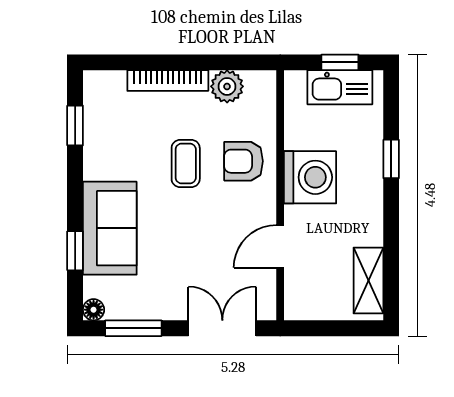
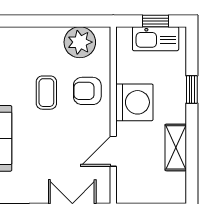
bookcase: (168, 81) -> (34, 34), removed
plant: (227, 86) -> (80, 42), width x1.36, depth x1.36
shelving: (368, 281) -> (176, 147), moved

